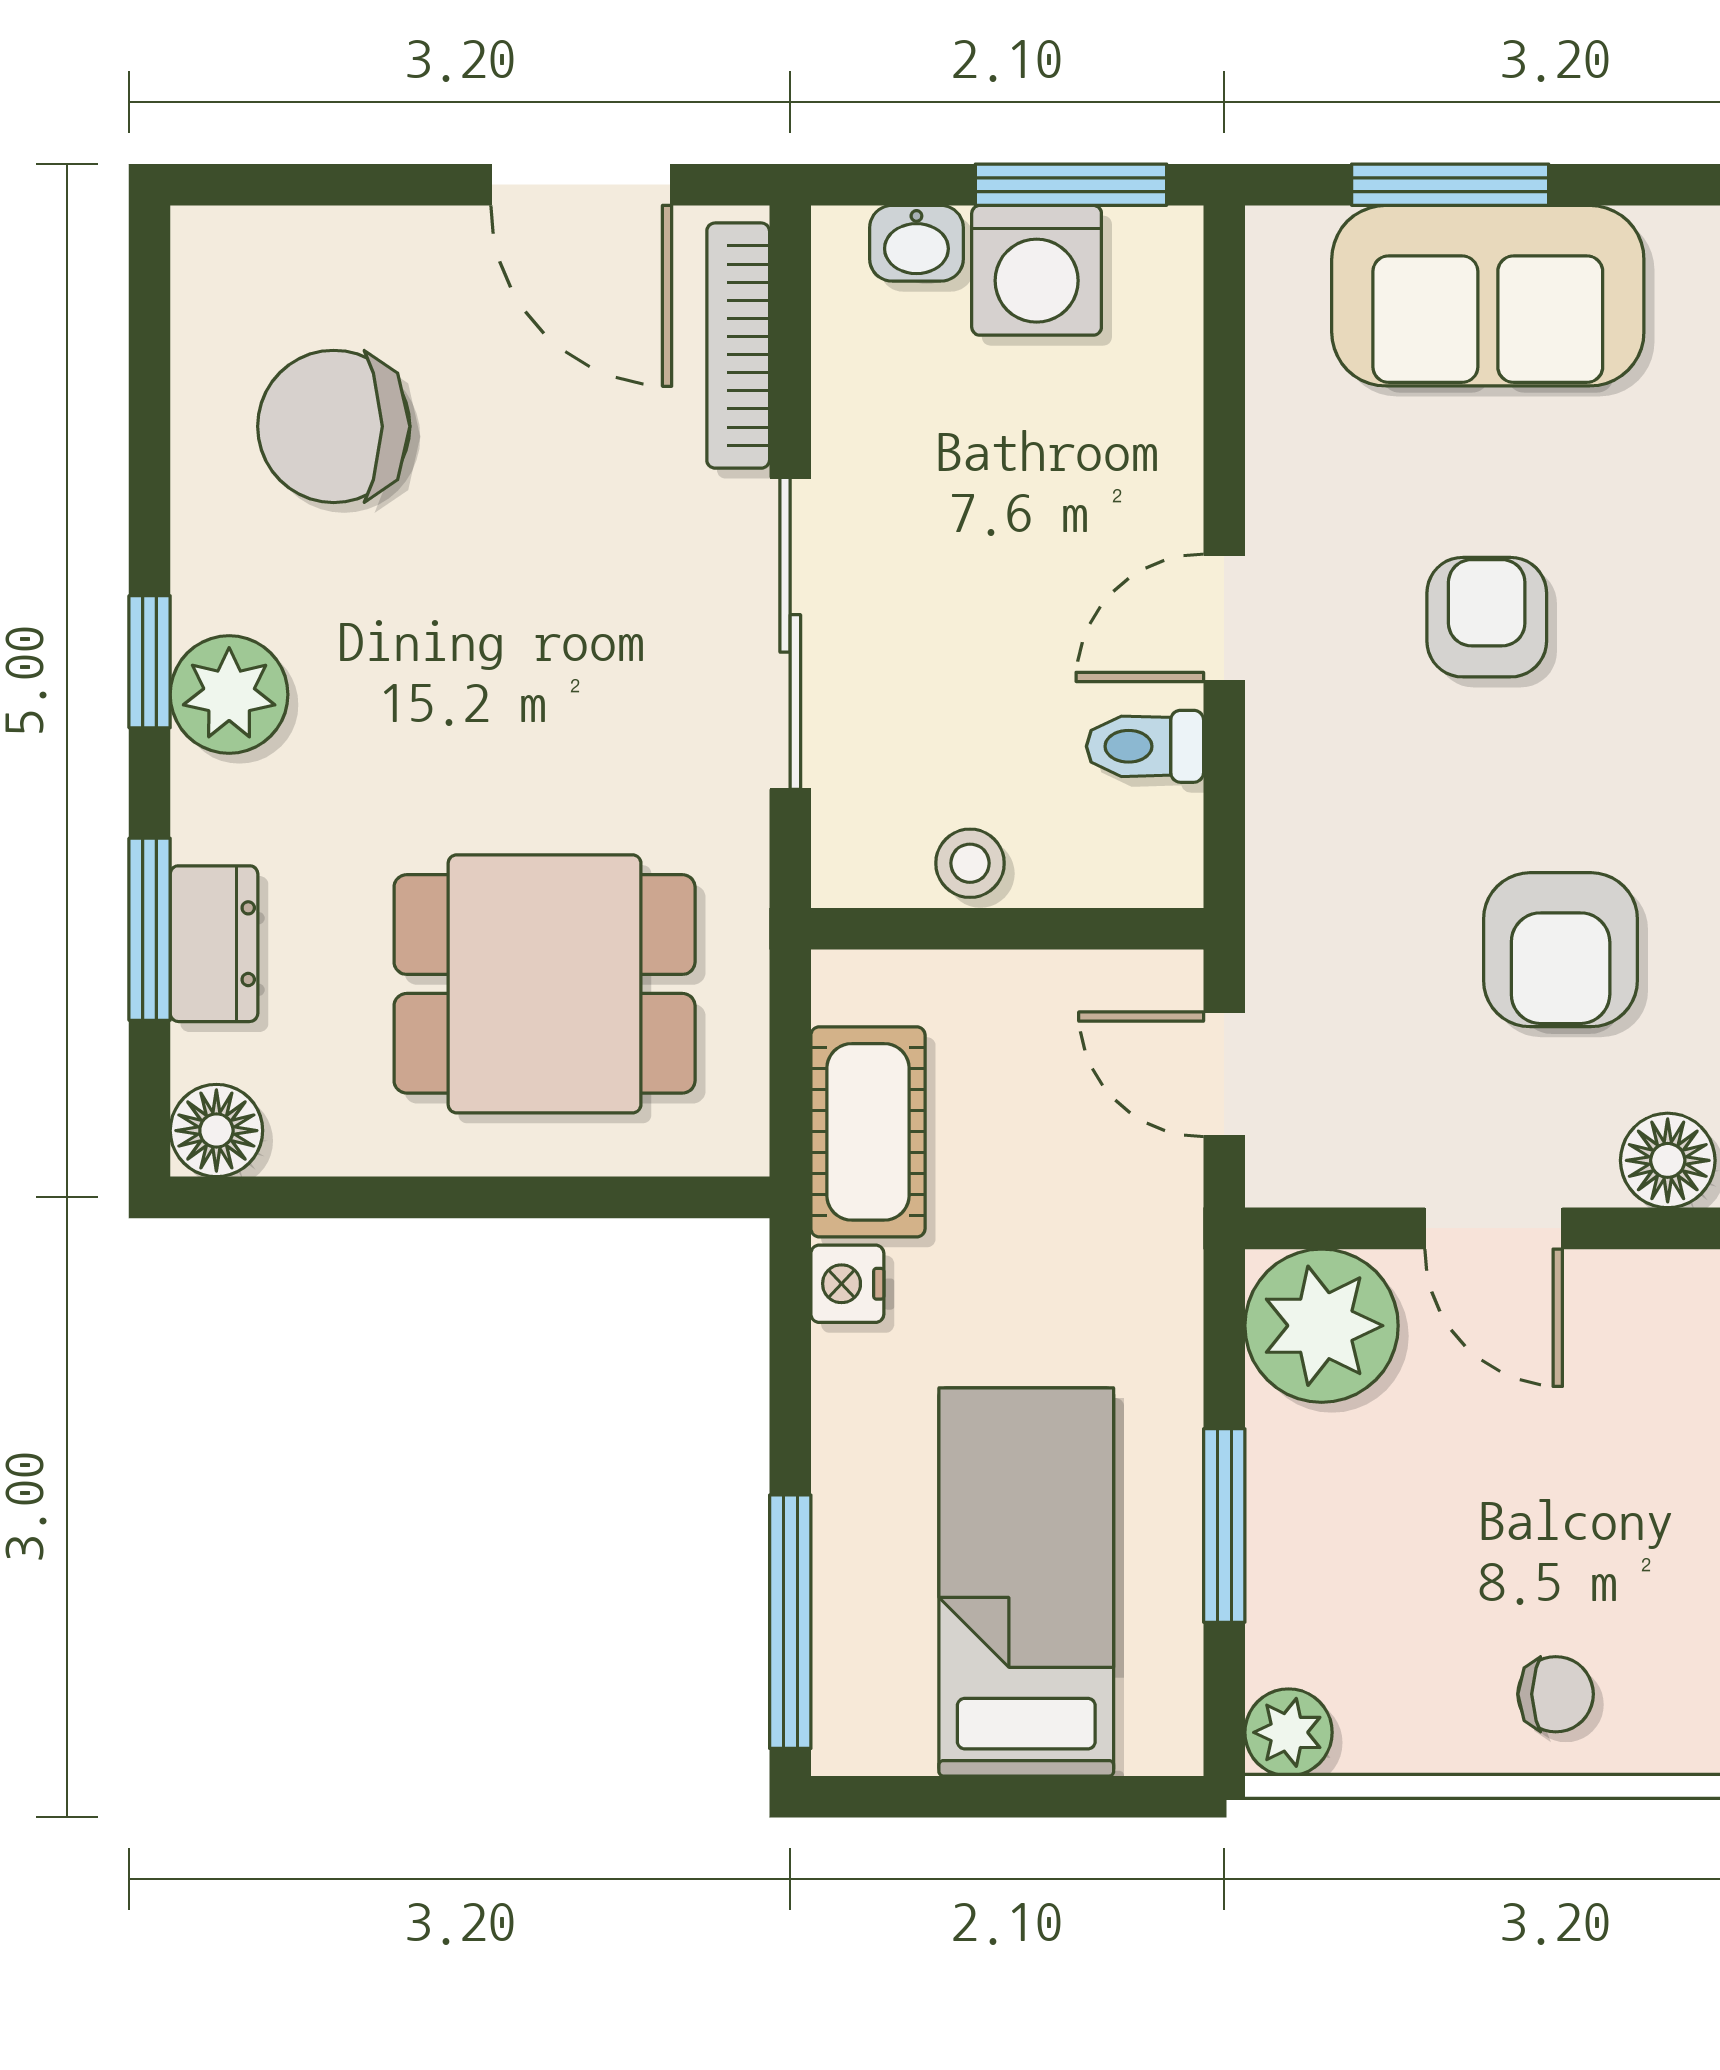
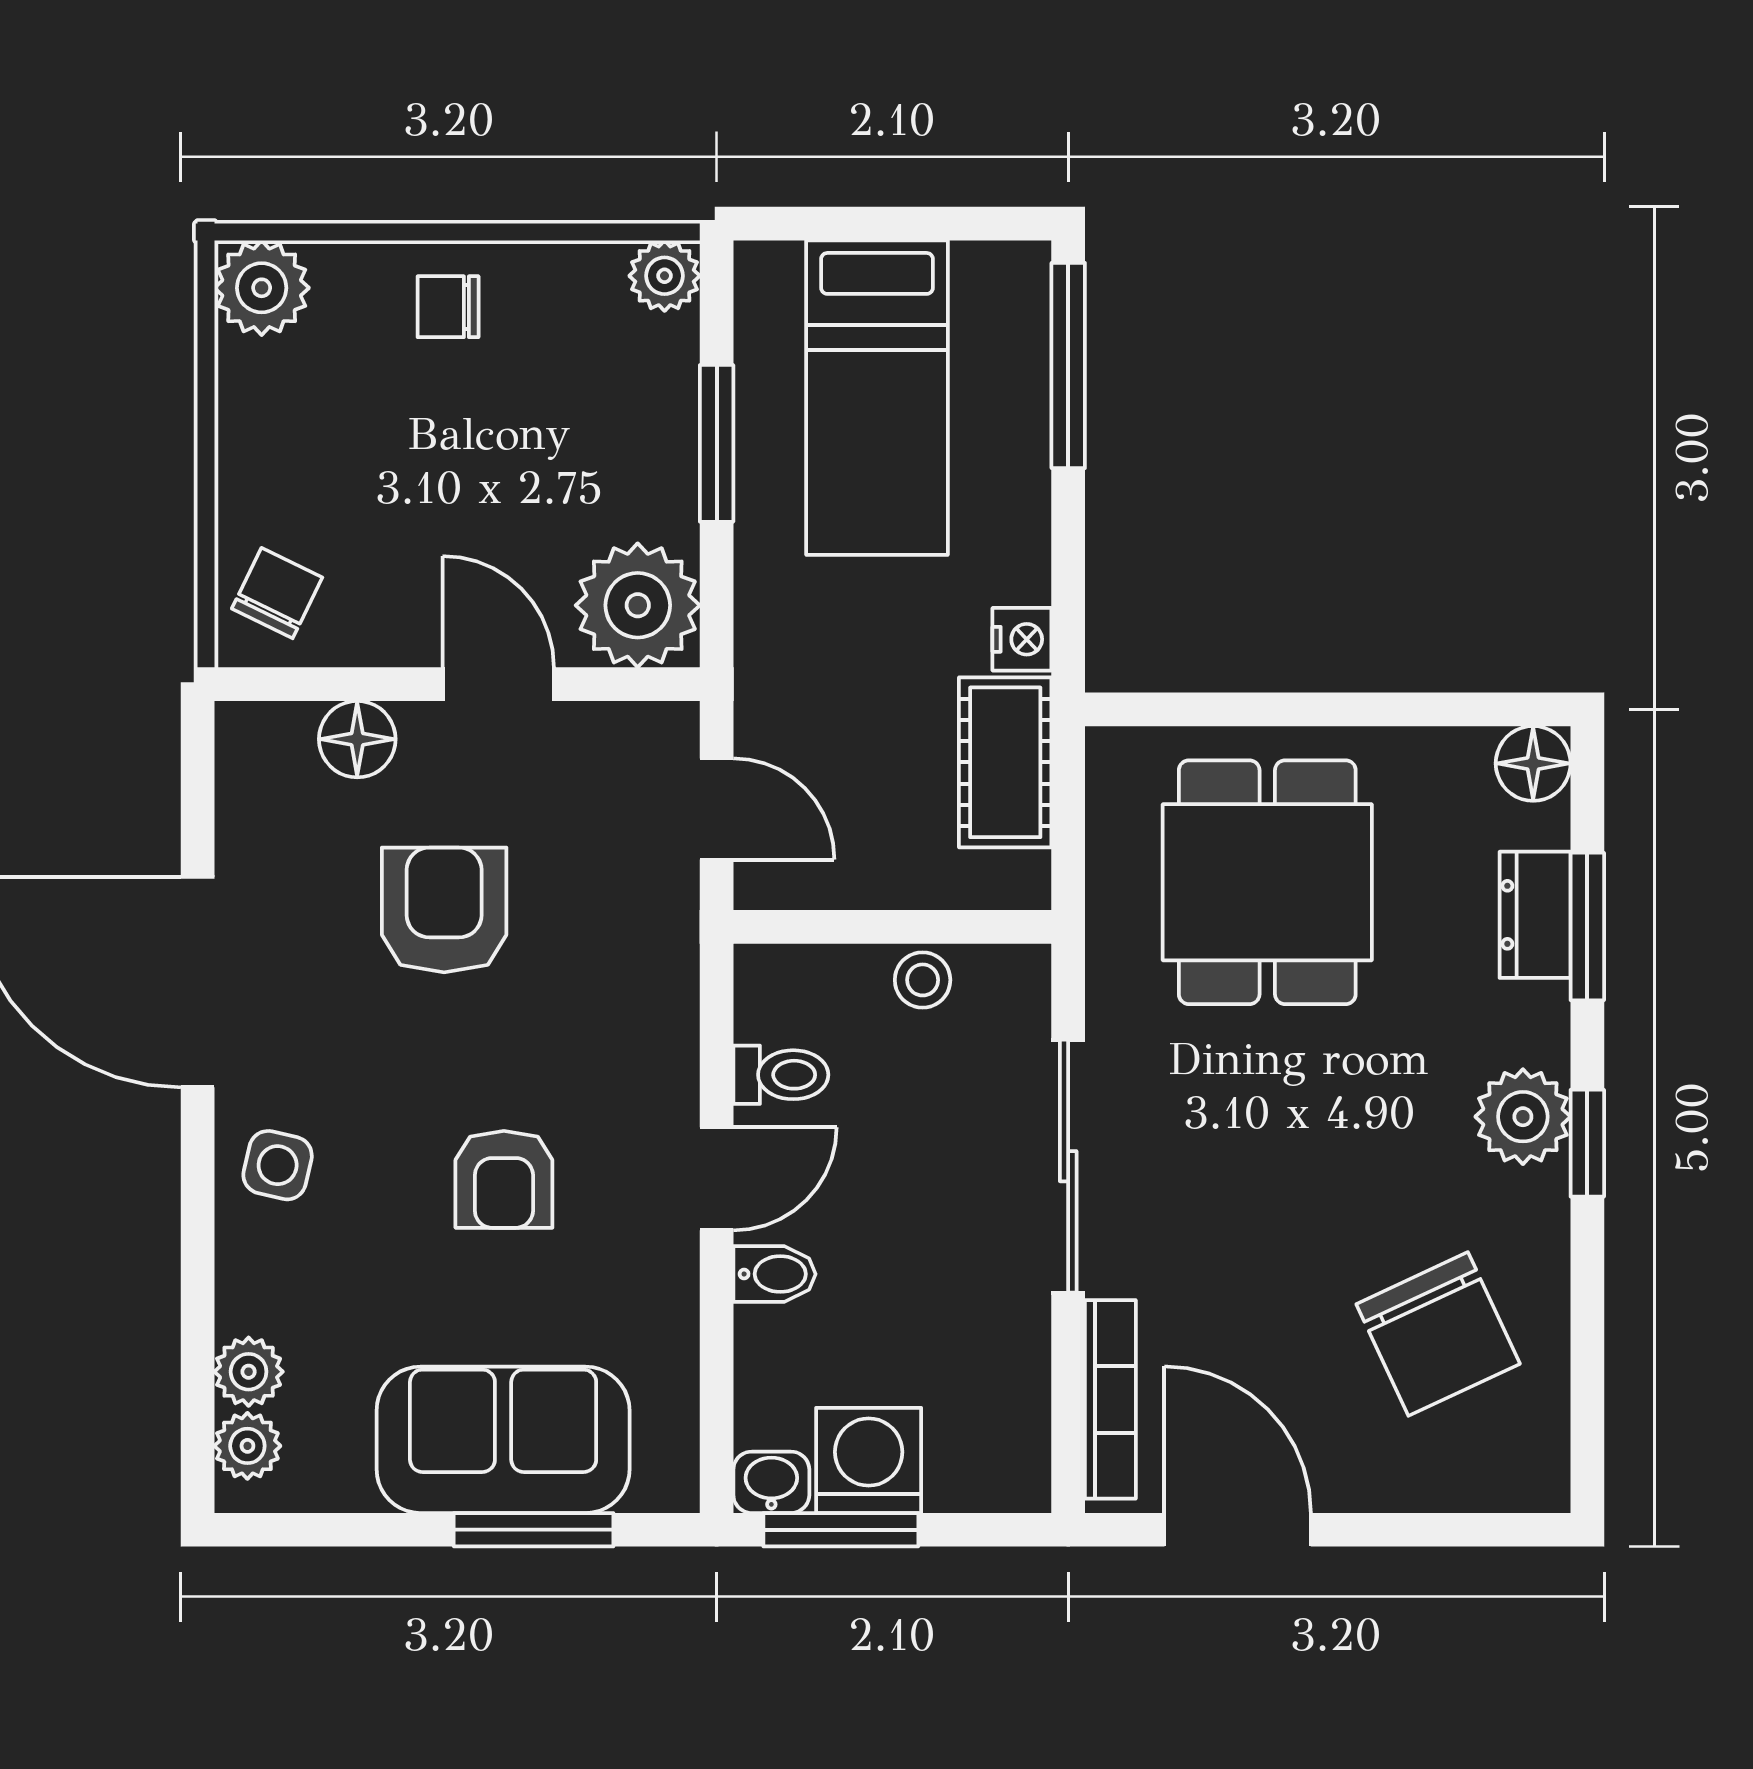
washbasin: (916, 243) -> (771, 1482), moved
chair: (334, 426) -> (1438, 1334), turned 65
bidet: (1153, 500) -> (774, 1274), added
dining table: (545, 984) -> (1267, 882), turned 90

